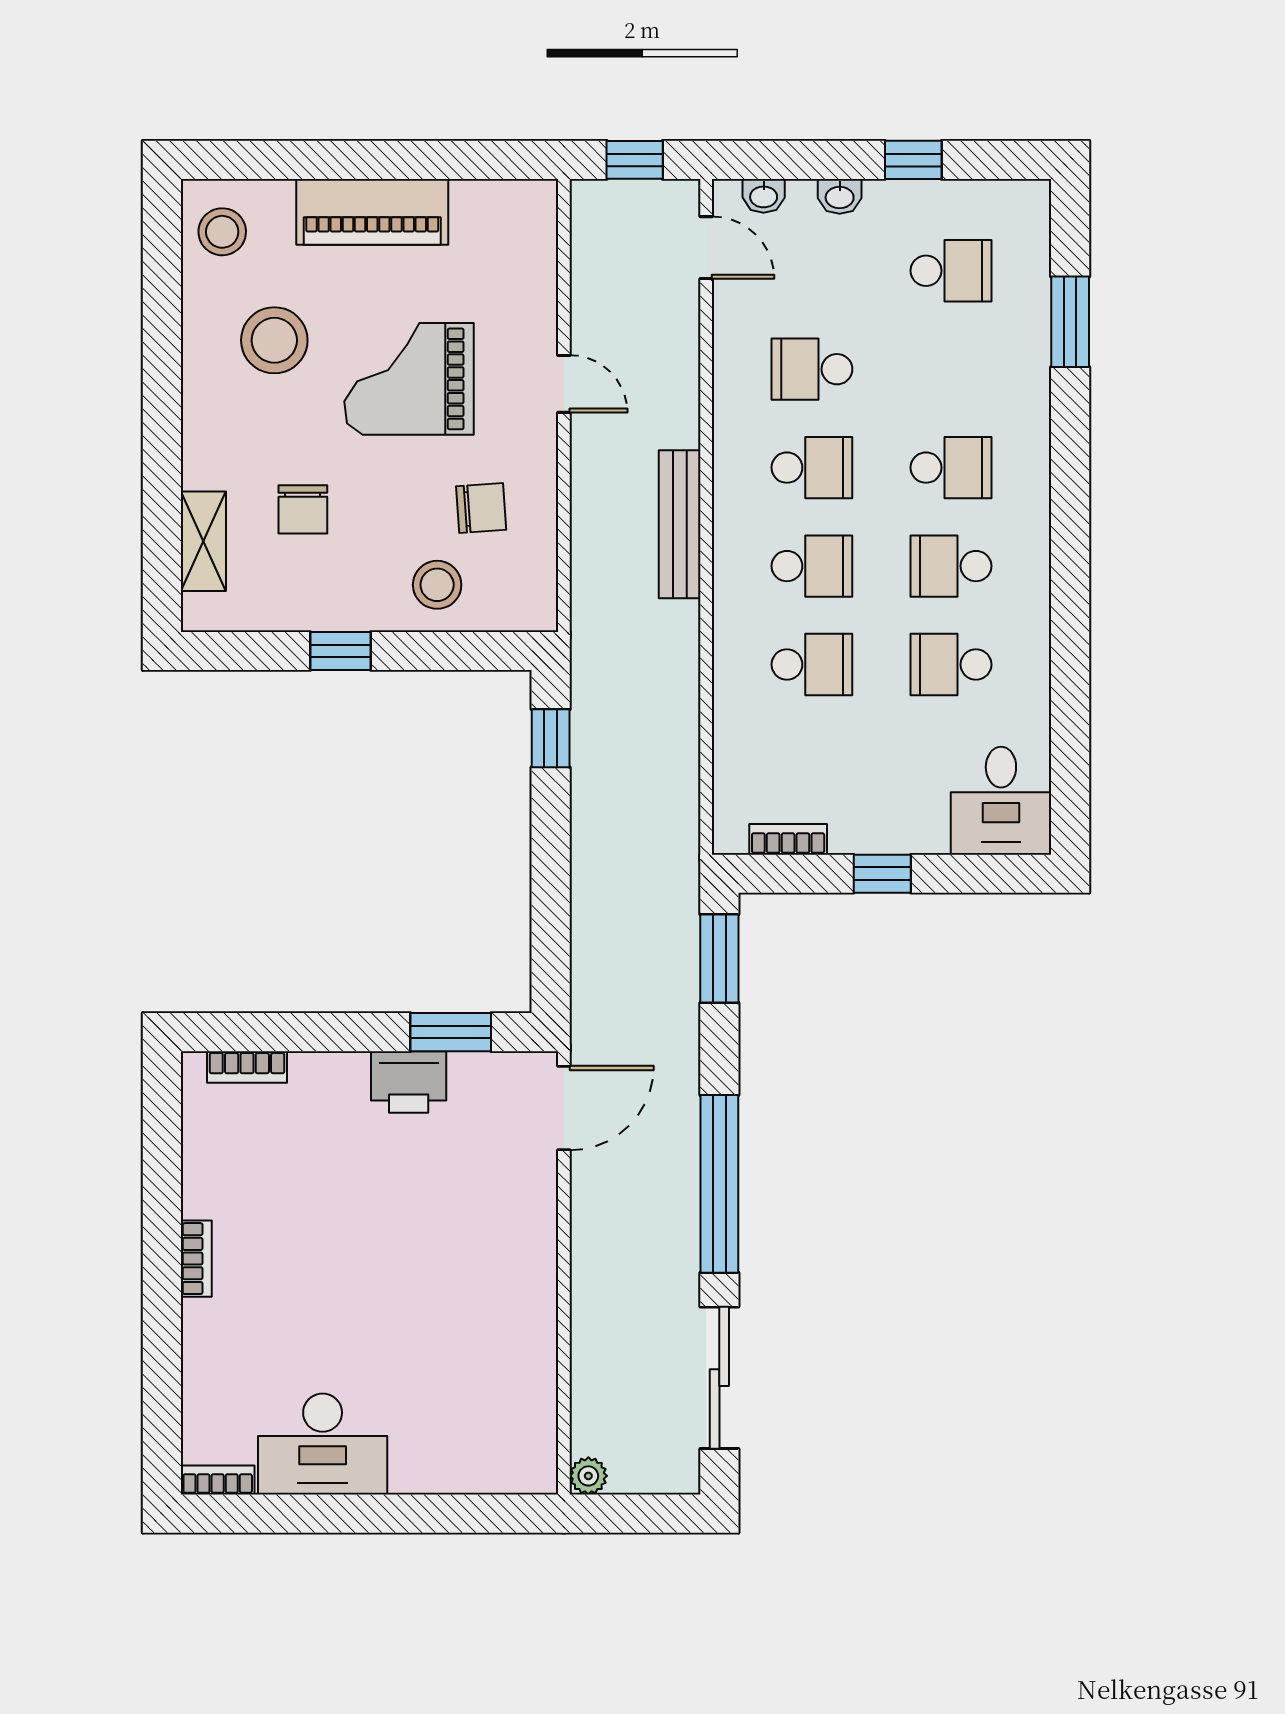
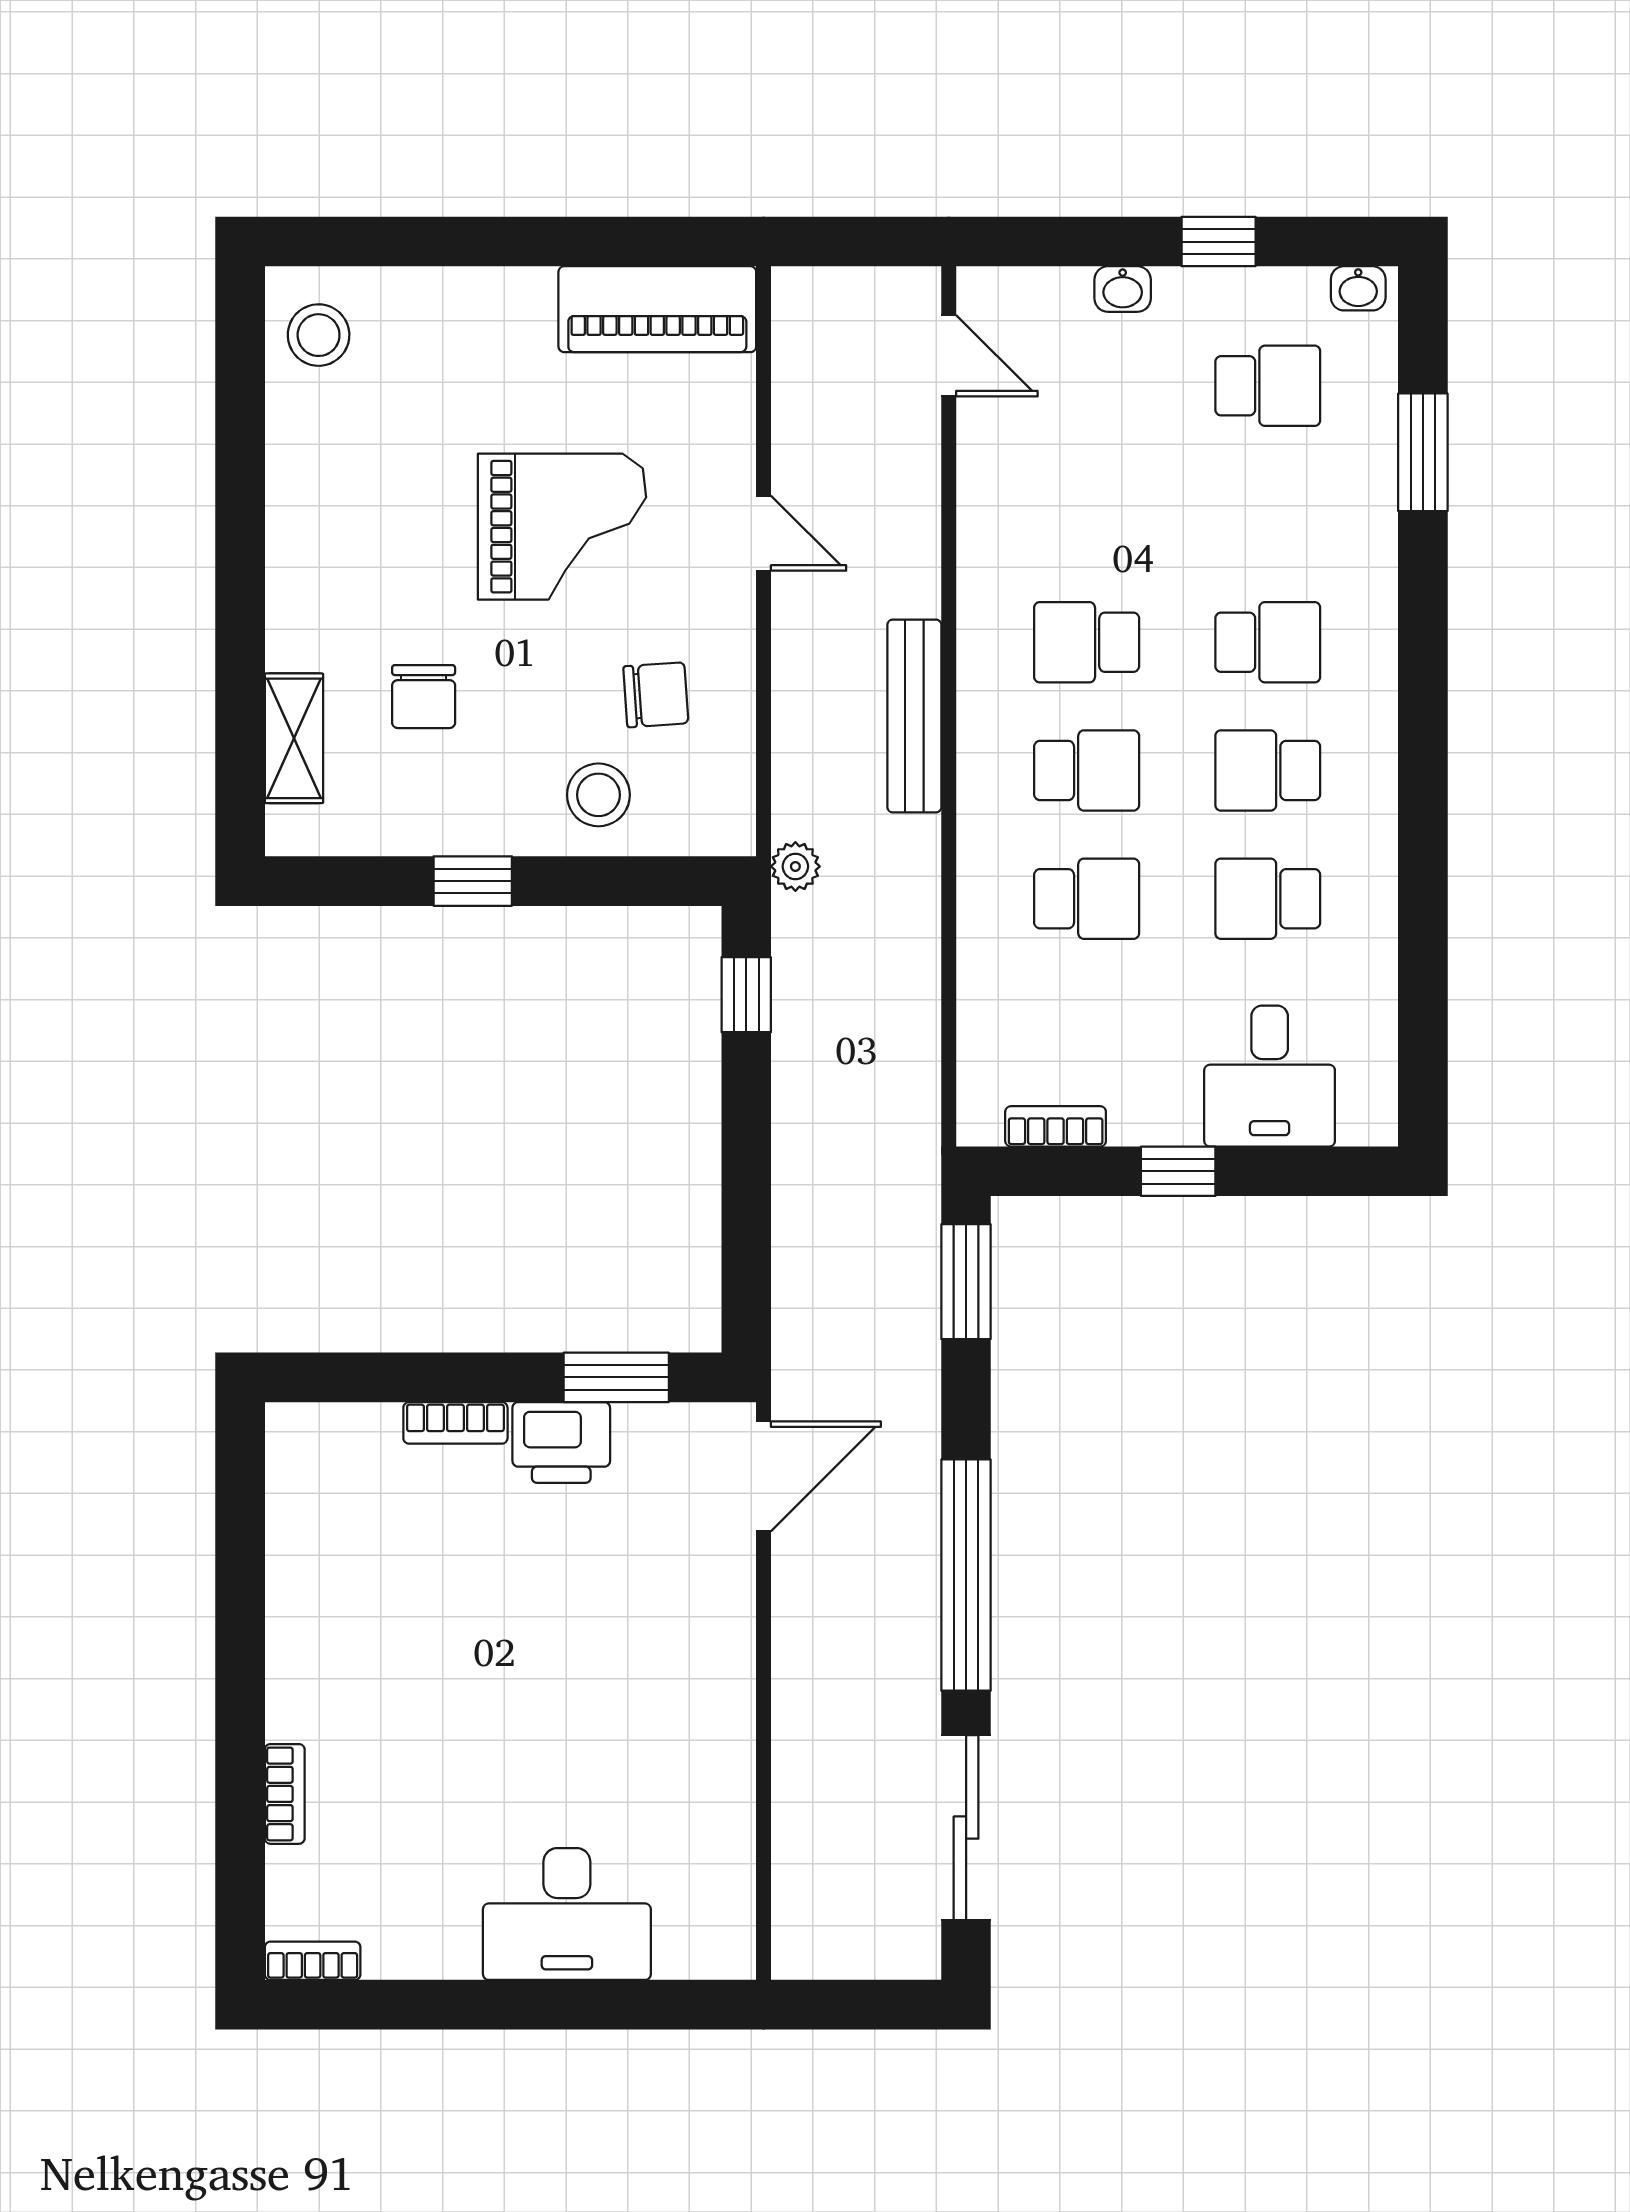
window: (635, 160) -> (856, 242), removed
washbasin: (764, 196) -> (1358, 288), moved
piano: (372, 212) -> (657, 309), moved
stool: (274, 340) -> (386, 476), removed
school desk: (812, 369) -> (1087, 514), removed
grand piano: (409, 379) -> (562, 527), turned 180
school desk: (812, 468) -> (1087, 642), turned 180
desk: (1001, 801) -> (1270, 1076), moved
bookcase: (247, 1067) -> (455, 1423), moved
bookcase: (196, 1259) -> (285, 1794), moved
desk: (323, 1444) -> (567, 1914), moved
plant: (588, 1476) -> (795, 866), moved

